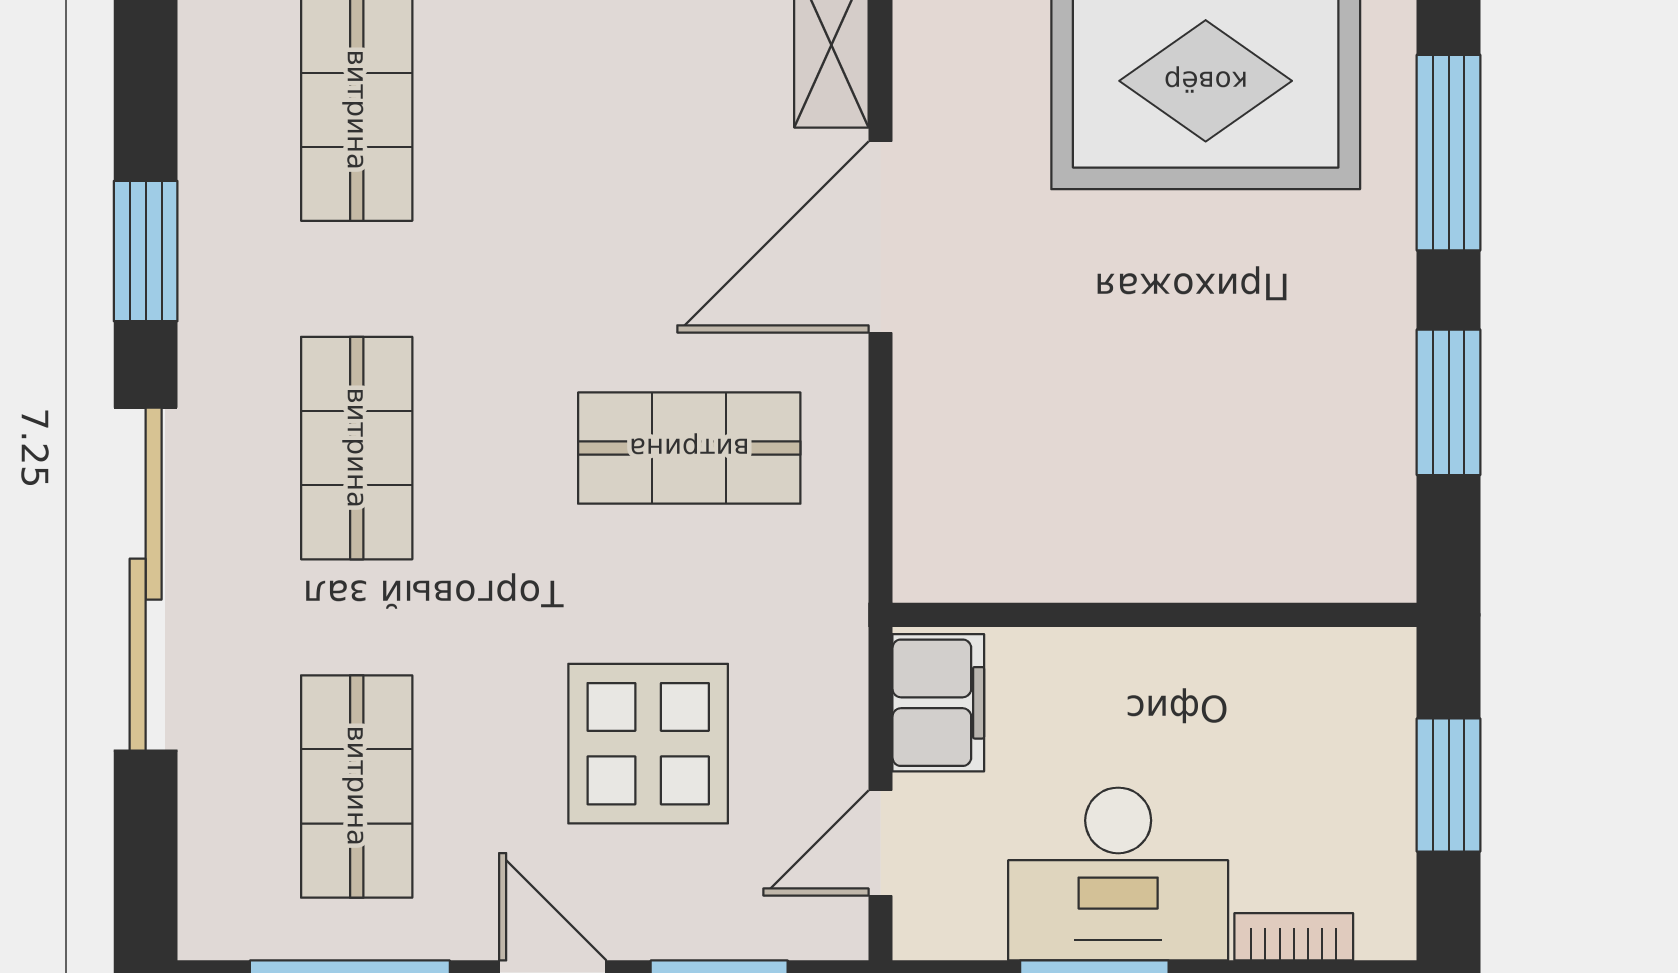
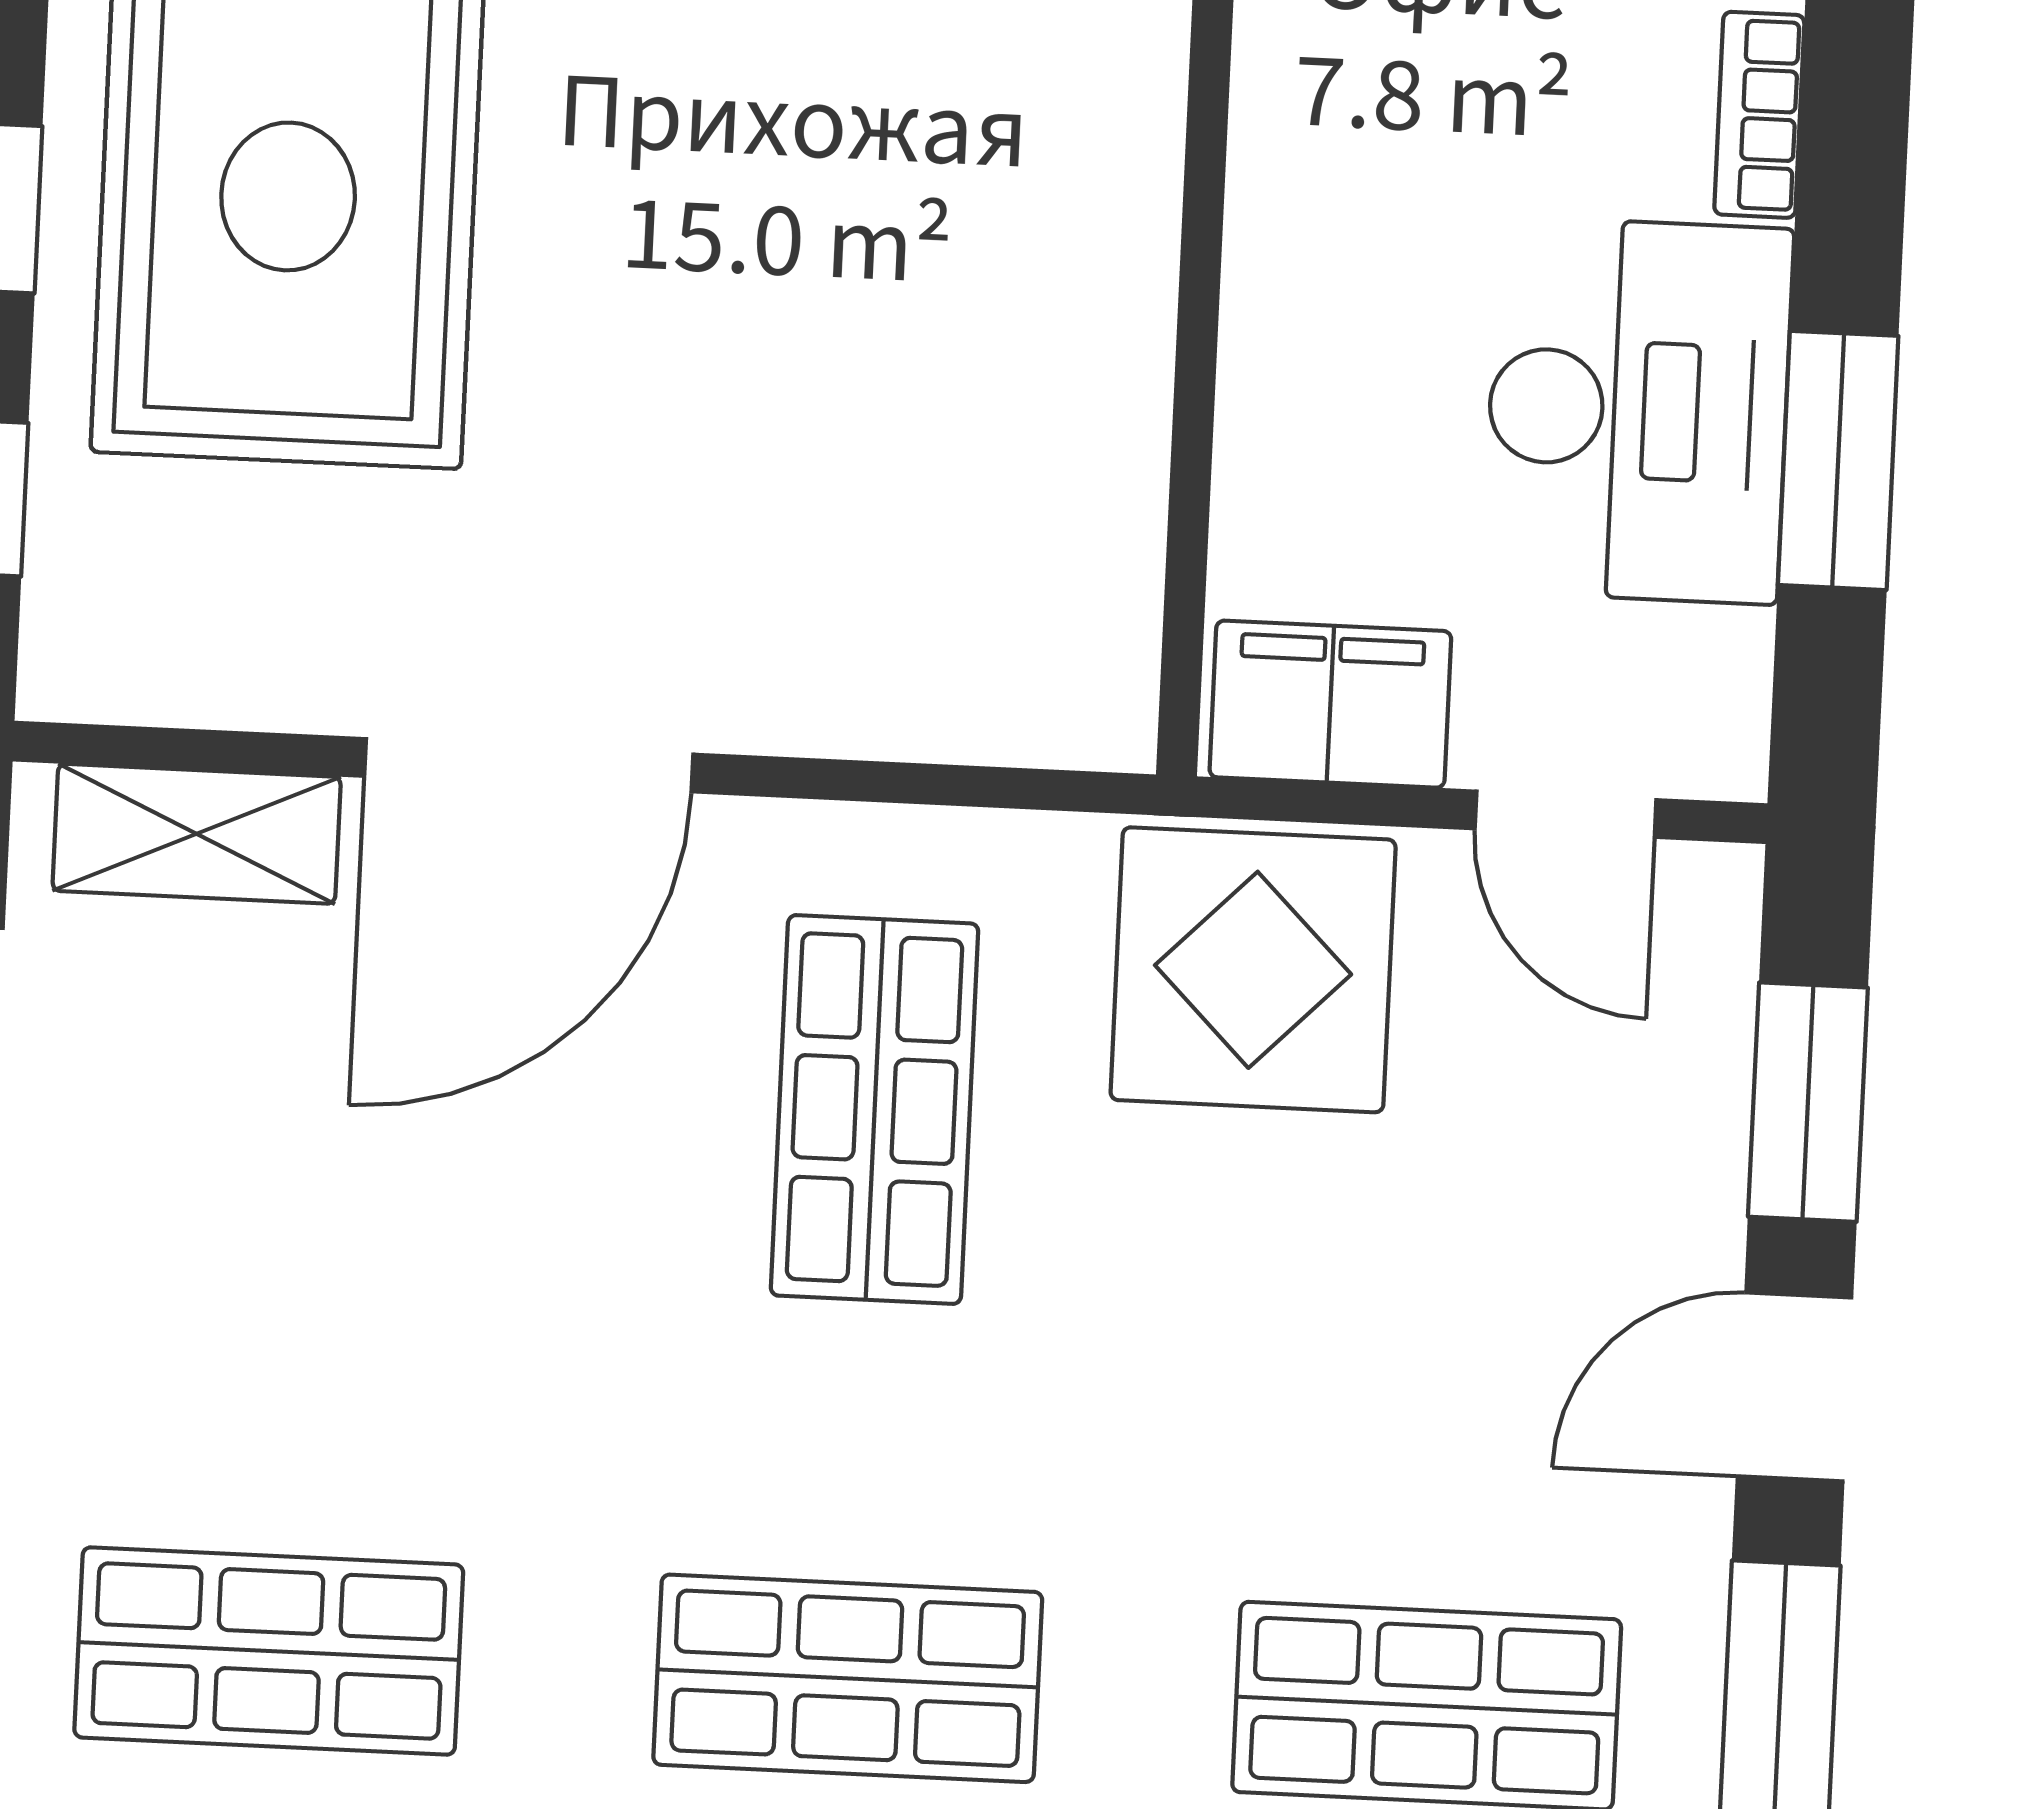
door: (880, 237) -> (529, 765), hinge flipped
display table: (648, 744) -> (1253, 970), moved

